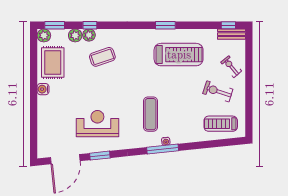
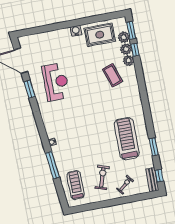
window: (90, 25) -> (135, 50), moved
window: (165, 25) -> (154, 147), moved
plant: (44, 35) -> (124, 37), moved
treadmill: (179, 55) -> (127, 139), turned 180
exercise mat: (151, 114) -> (72, 125), removed
window: (163, 149) -> (52, 165), moved

